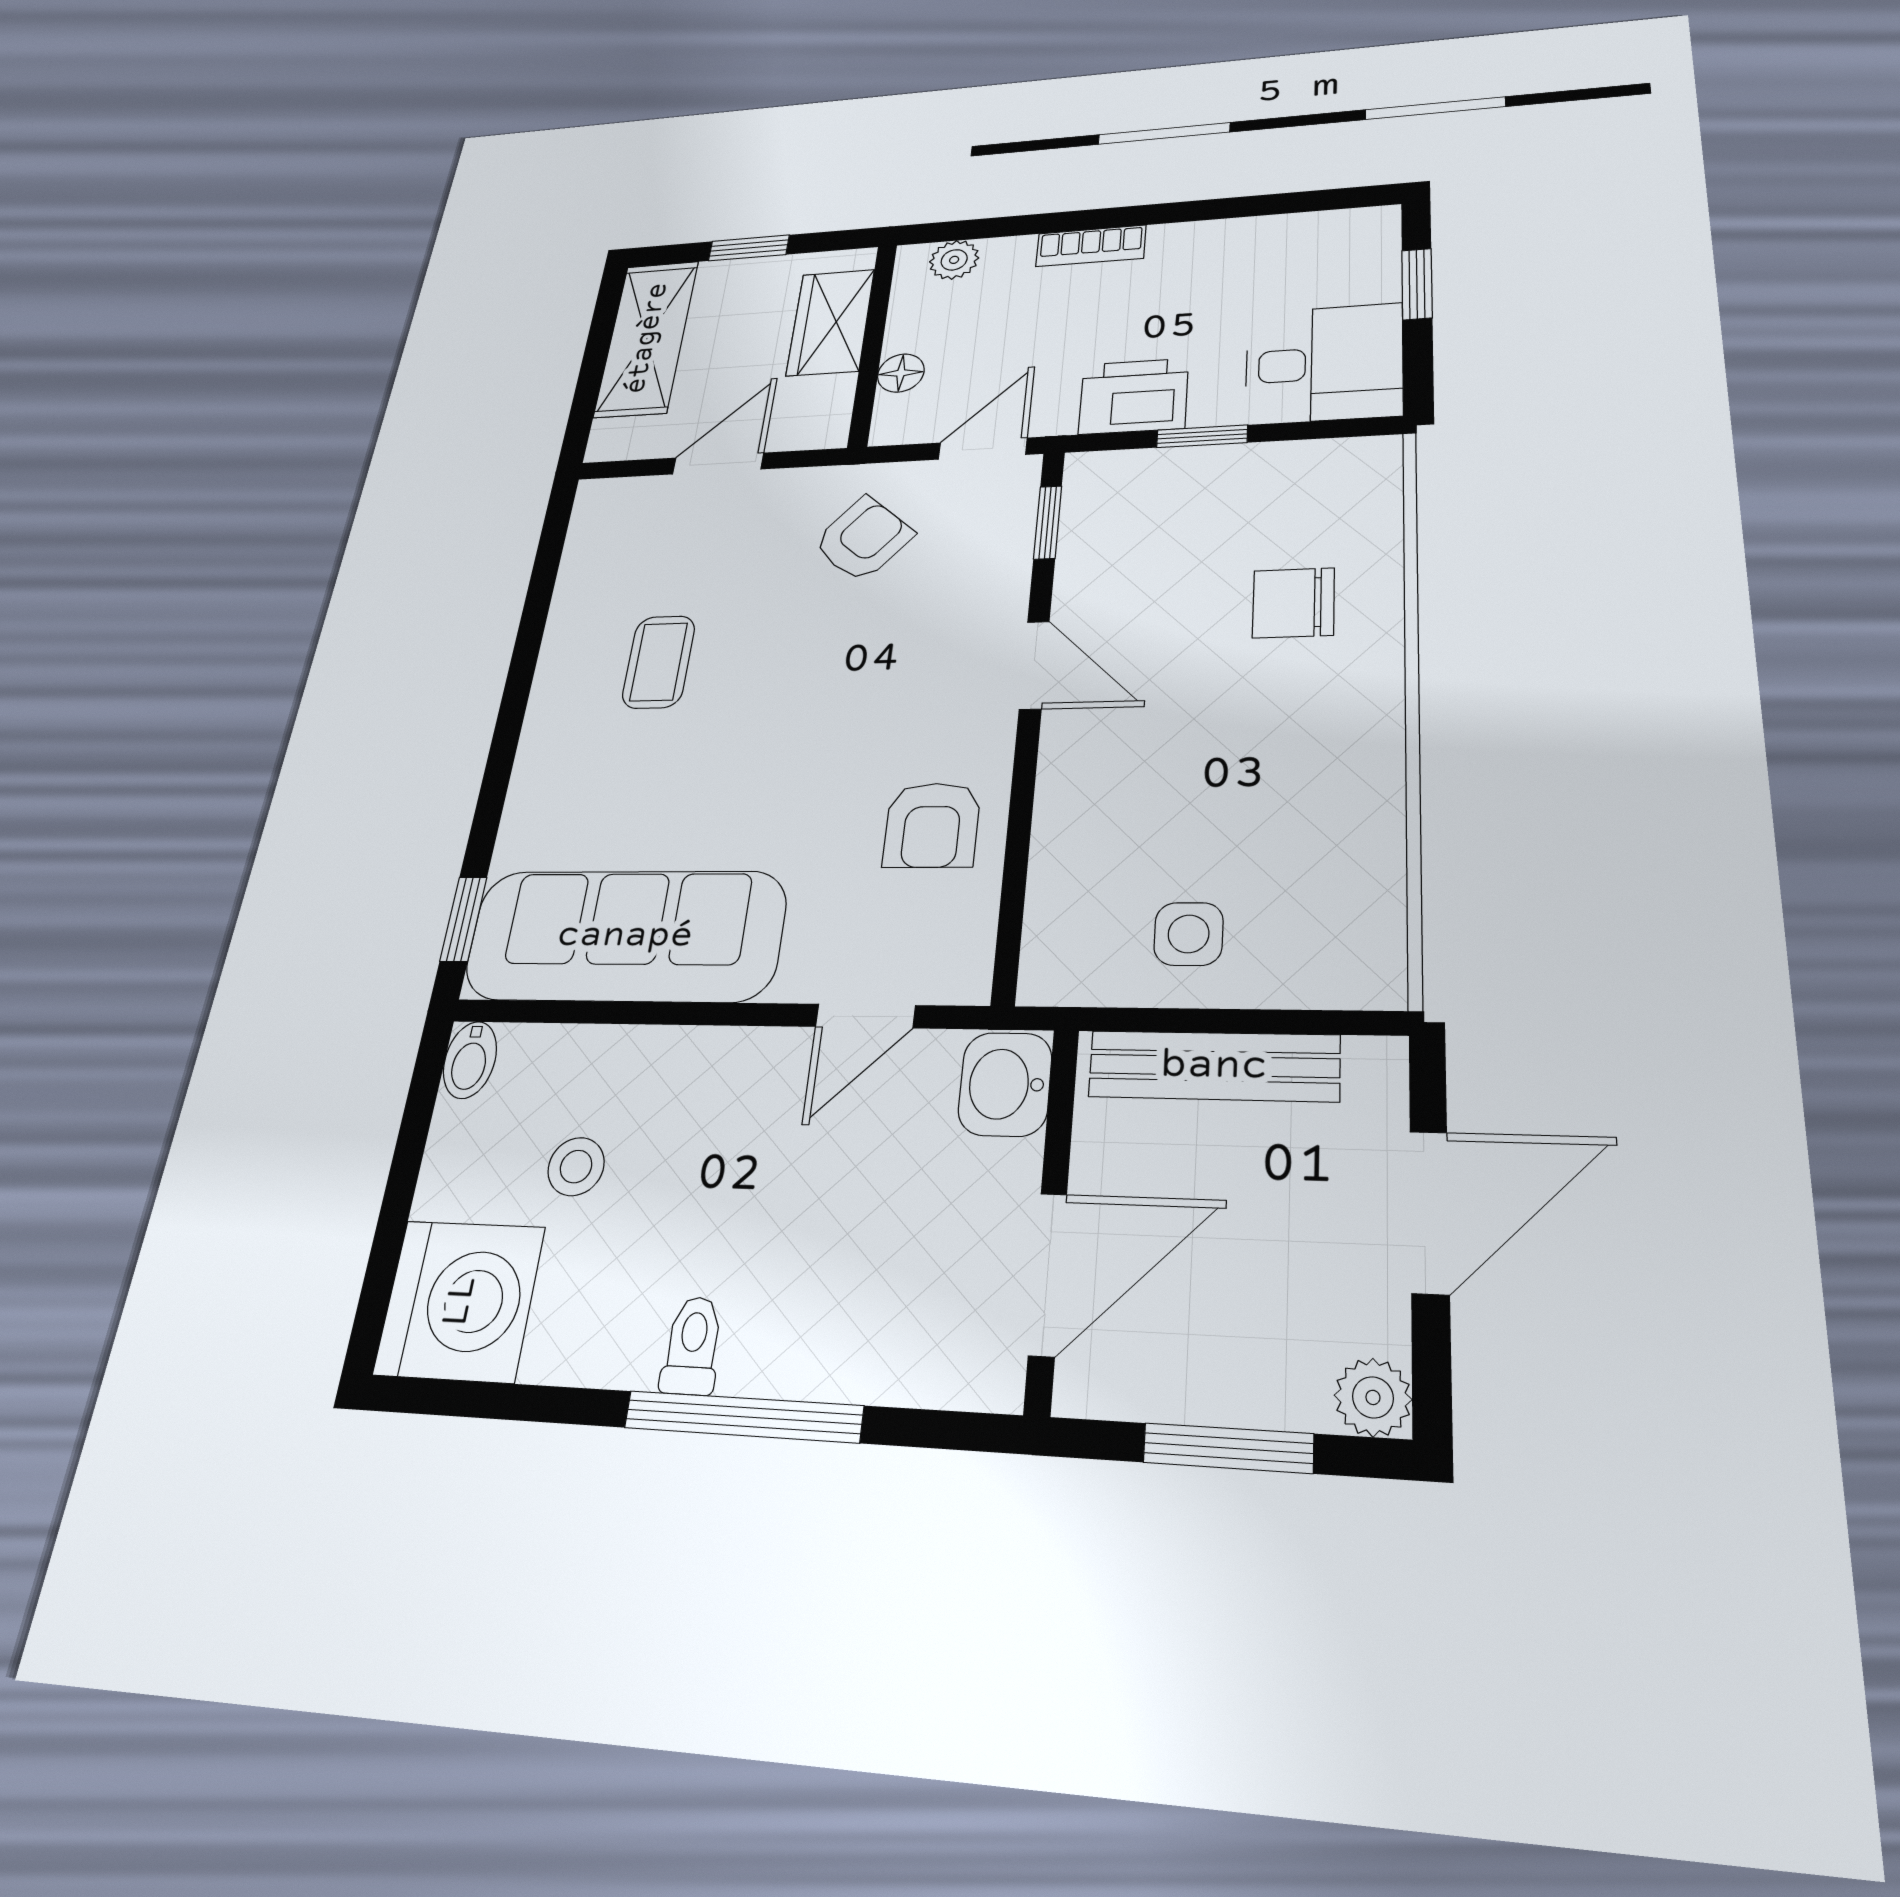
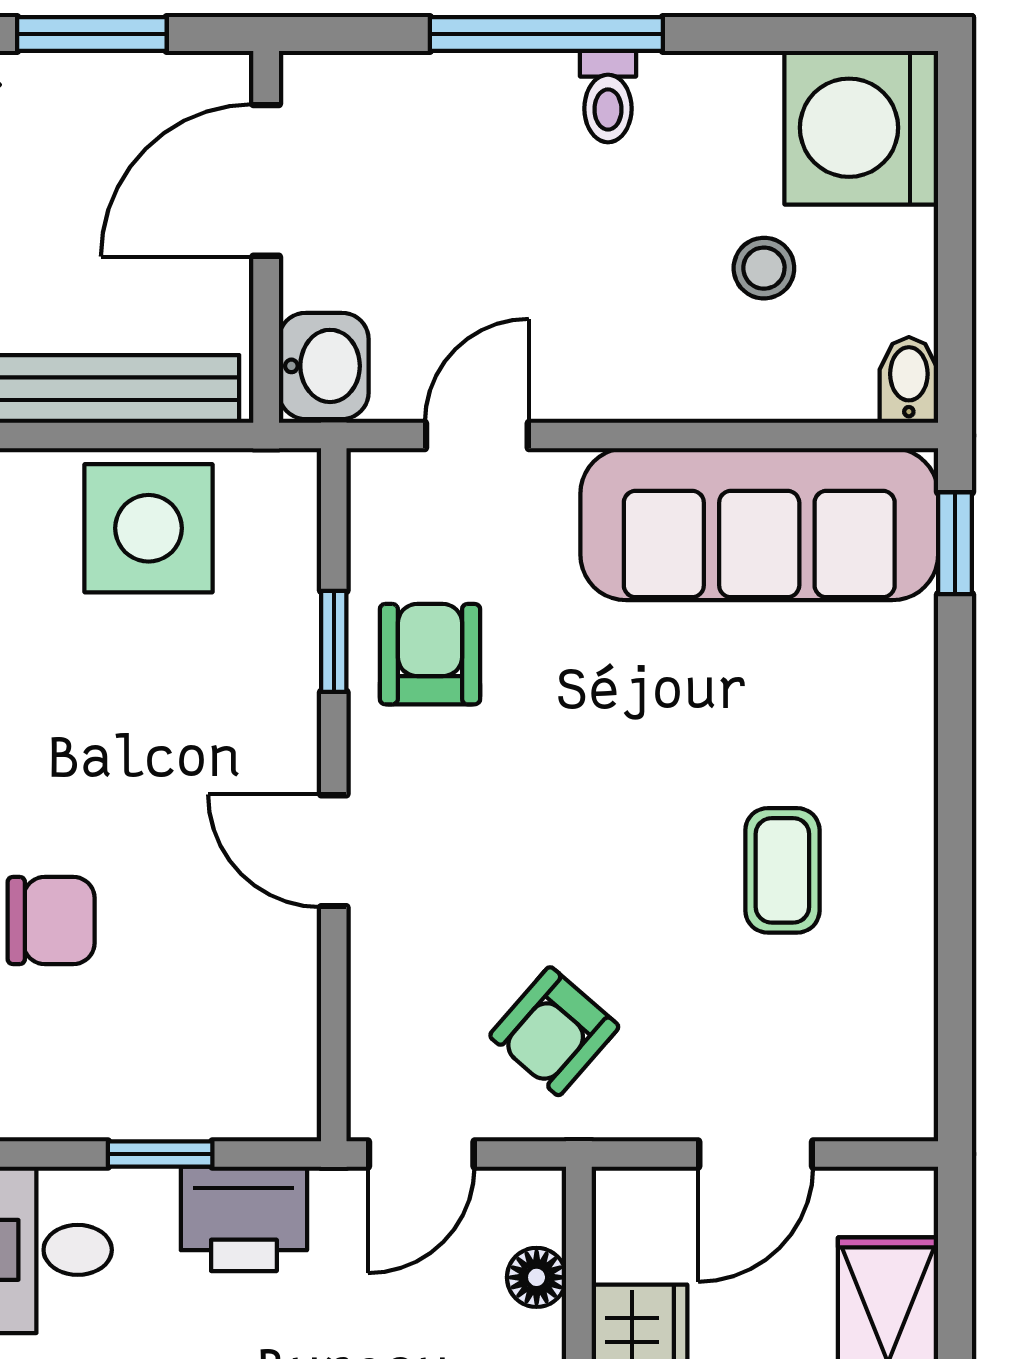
window: (1048, 522) -> (334, 641), moved
side table: (1189, 934) -> (149, 528), width x1.87, depth x1.87

